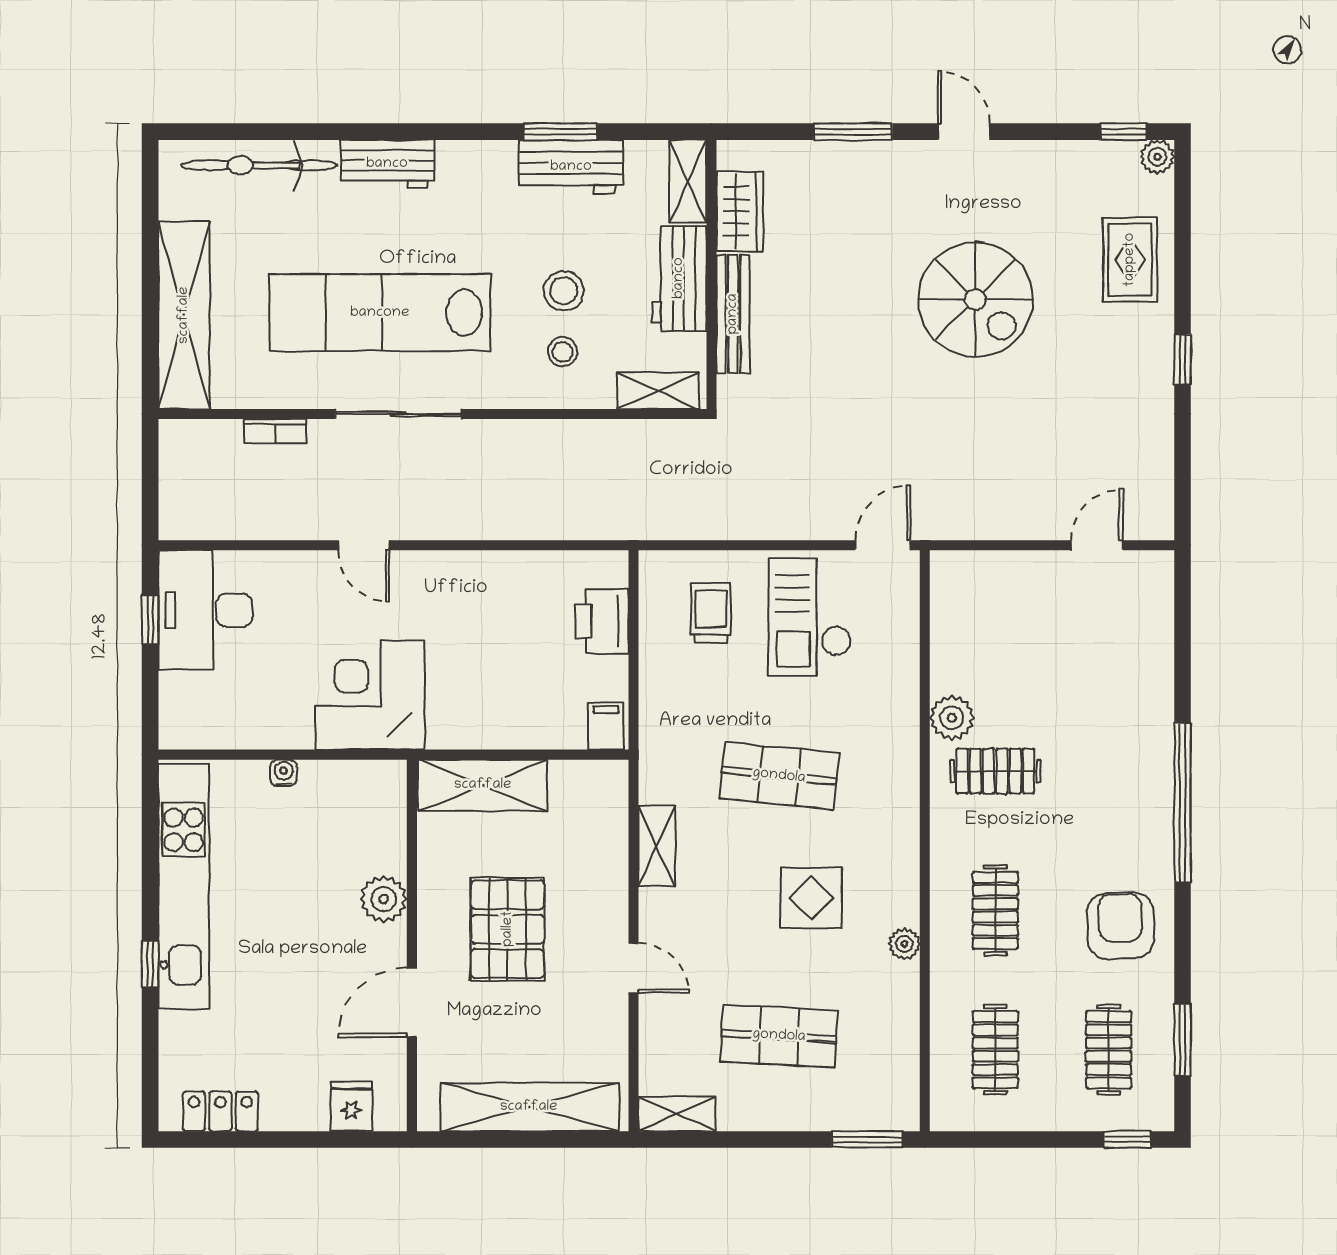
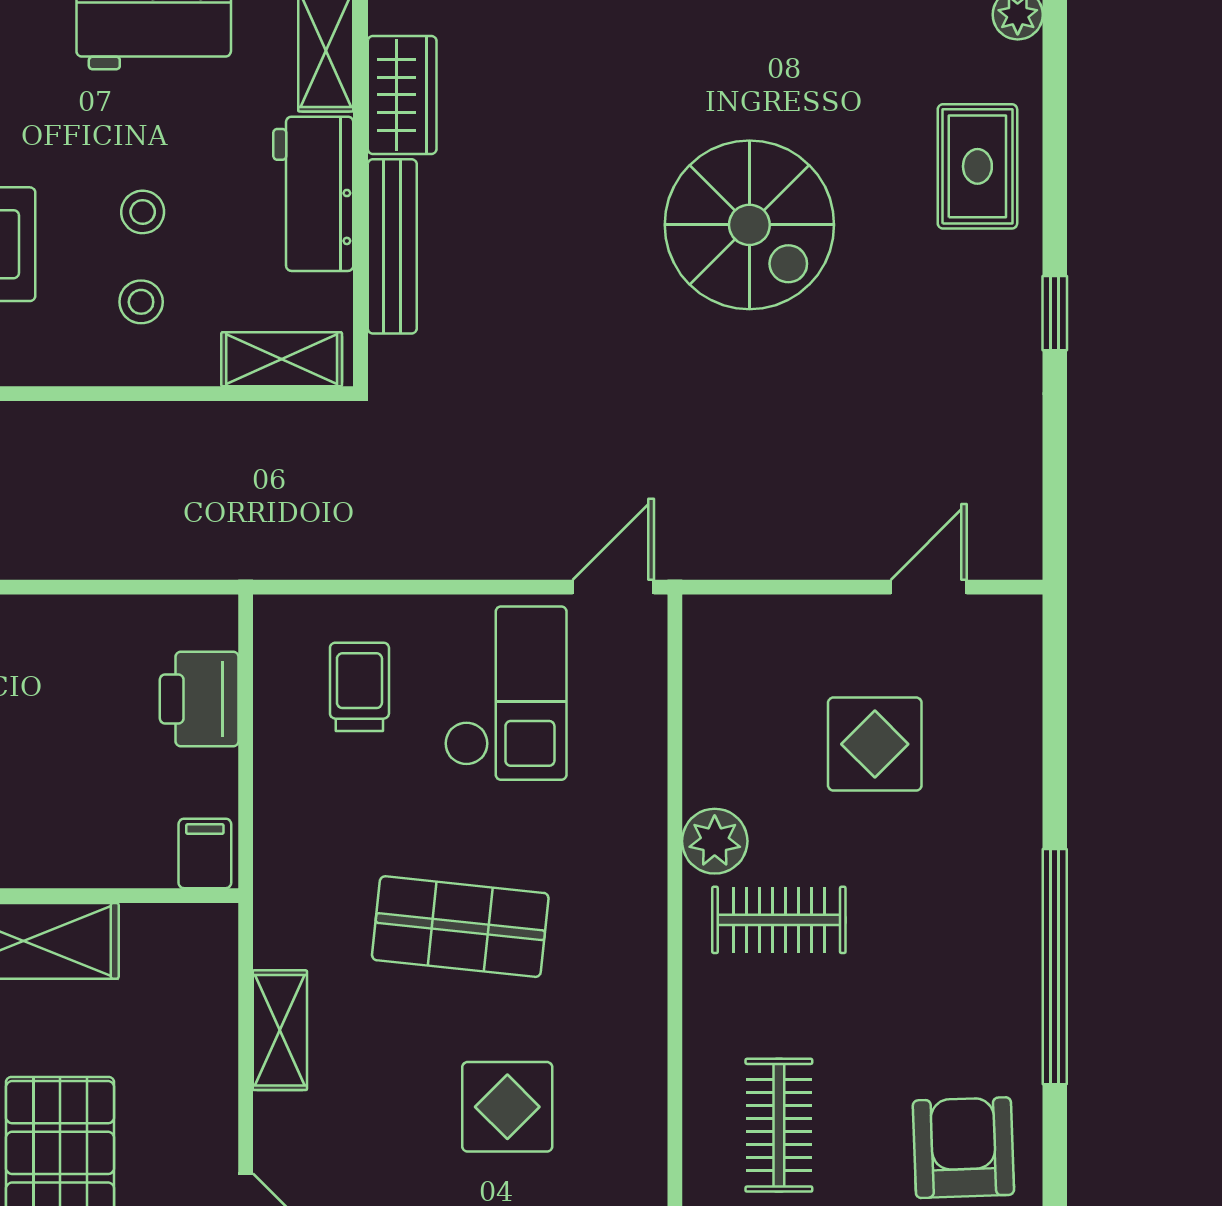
stool: (564, 291) -> (143, 212), width x0.73, depth x0.73
checkout: (810, 617) -> (506, 693), turned 180
display table: (1060, 652) -> (875, 744), added
plant: (904, 944) -> (645, 1175), removed

